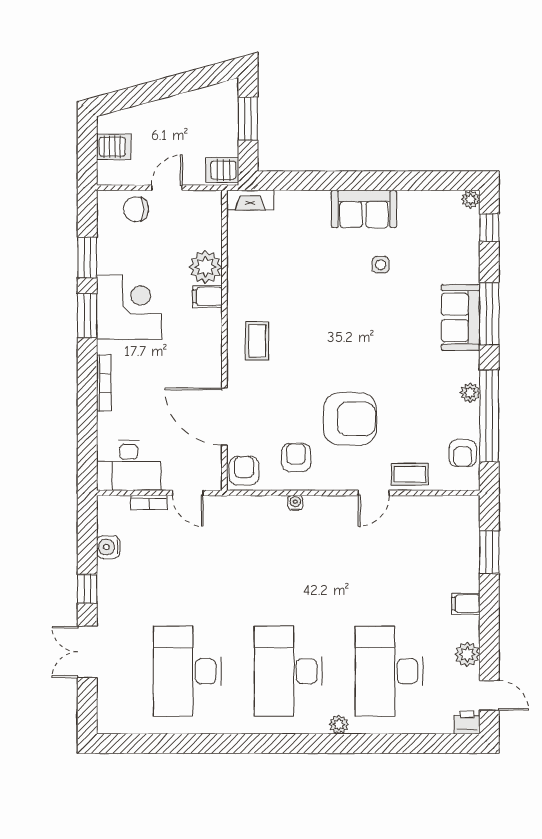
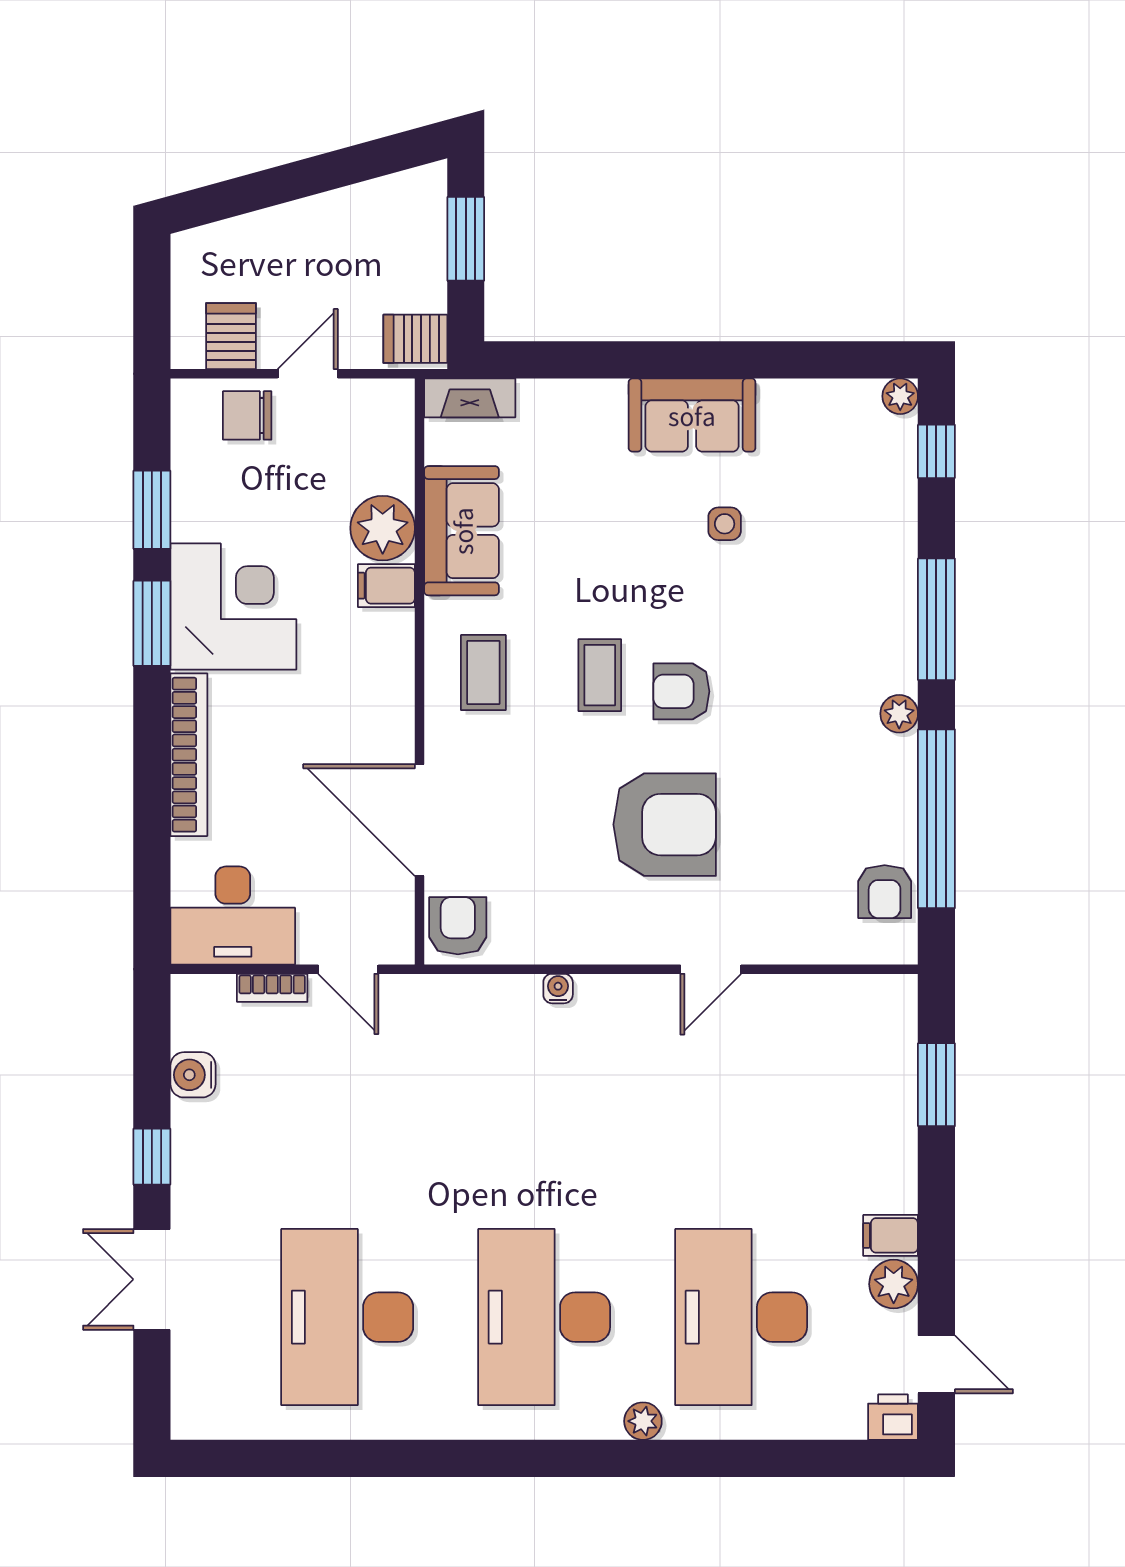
server rack: (114, 147) -> (231, 336), moved, turned -90
sofa: (461, 317) -> (462, 531), moved, turned 180
bookcase: (104, 383) -> (189, 755), width x1.48, depth x1.31
plant: (470, 393) -> (899, 714), moved
armchair: (296, 457) -> (681, 691), moved, turned -90
coffee table: (410, 474) -> (600, 675), moved, turned 90
filing cabinet: (466, 604) -> (891, 1235), moved

